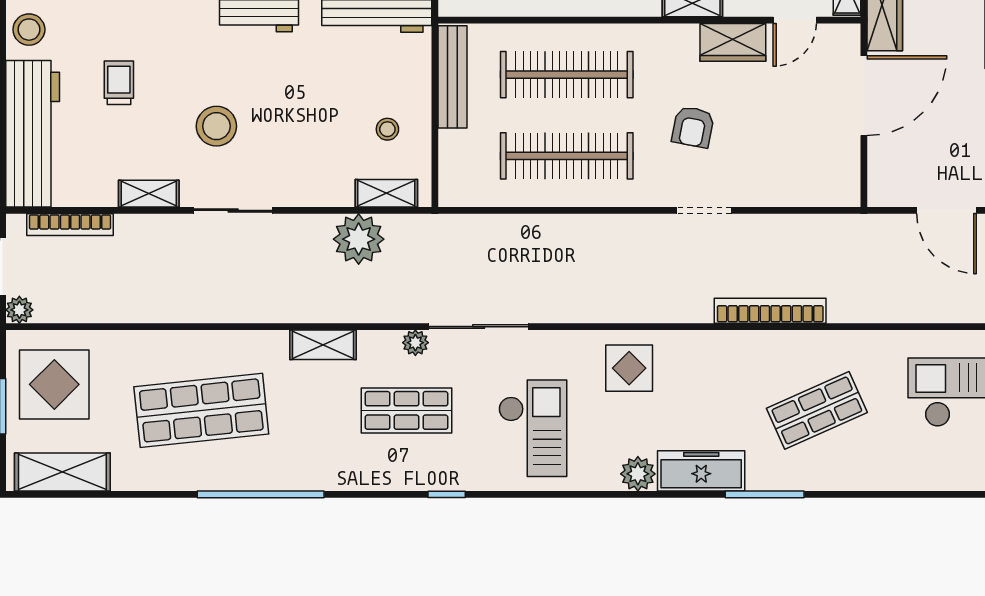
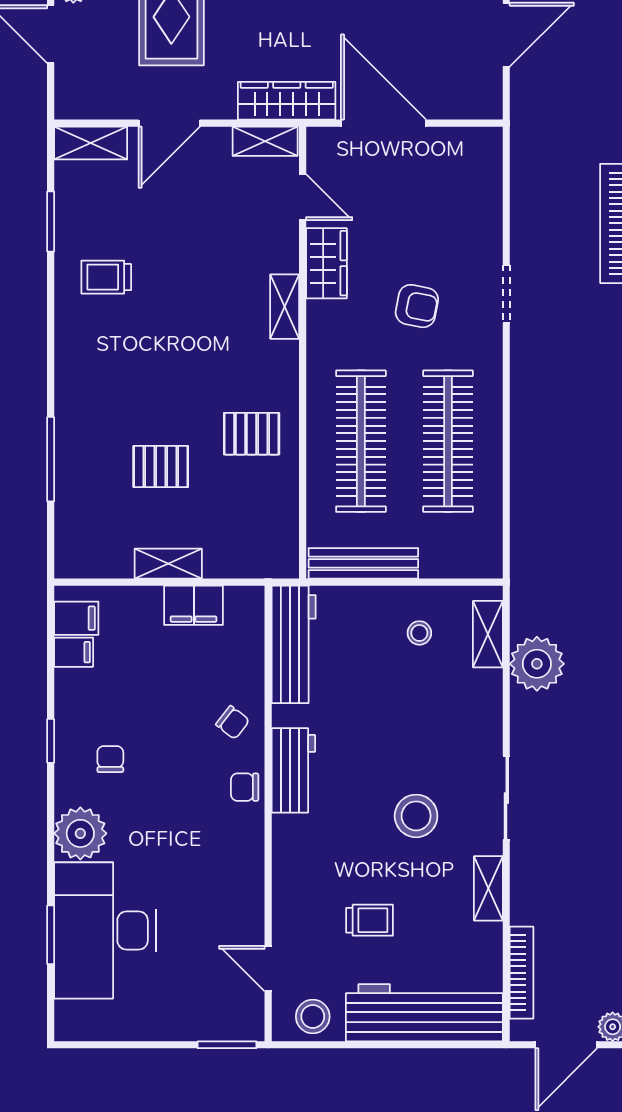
trolley: (119, 83) -> (370, 920), turned 180

